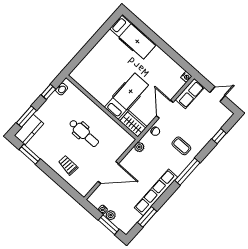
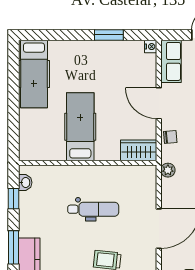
hospital bed: (133, 37) -> (34, 74), moved, turned 90
window: (170, 52) -> (109, 35), added
hospital bed: (126, 96) -> (80, 127), moved

